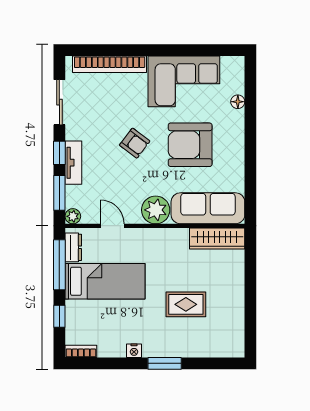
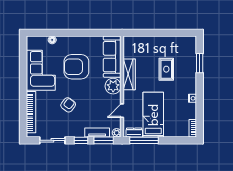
armchair: (135, 143) -> (68, 105), moved
armchair: (190, 145) -> (76, 67), turned 90
tv unit: (73, 163) -> (97, 132), moved
wardrobe: (217, 238) -> (129, 74), moved
window: (59, 316) -> (173, 140), removed
window: (165, 363) -> (200, 63), moved

